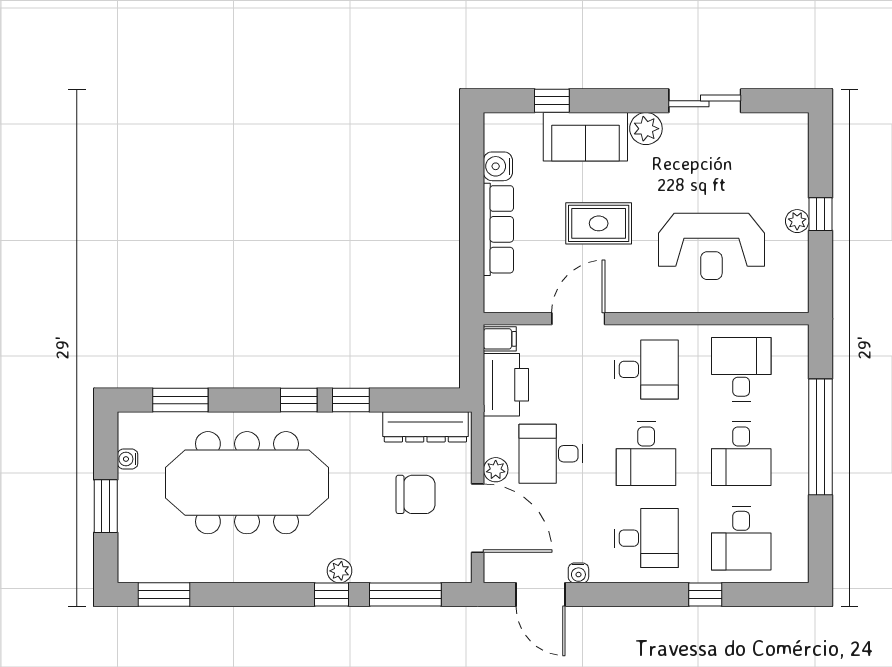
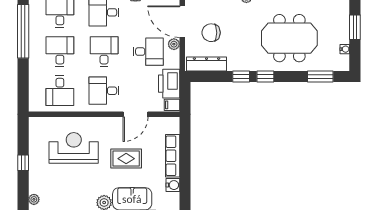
plant: (797, 221) -> (34, 199), moved
window: (820, 437) -> (23, 31), moved
meeting table: (247, 483) -> (289, 38), width x0.73

